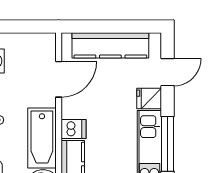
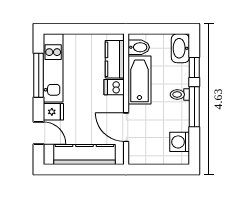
door: (168, 72) -> (39, 133), swing flipped
door: (59, 79) -> (126, 127), hinge flipped

